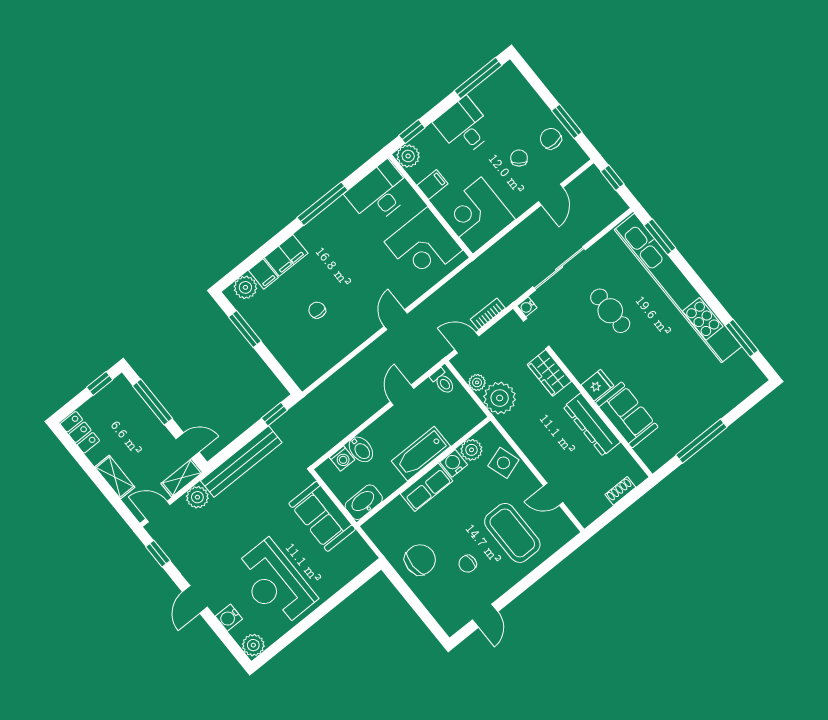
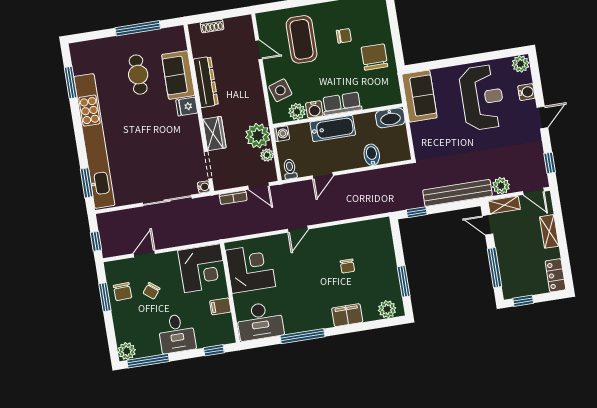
plant: (408, 156) -> (127, 351), moved
filing cabinet: (263, 274) -> (370, 311), removed
cafe table: (610, 311) -> (138, 75), moved
washing machine: (342, 458) -> (281, 134), moved, turned 90
sofa: (322, 516) -> (419, 96), moved
chair: (420, 560) -> (374, 57), turned 90

